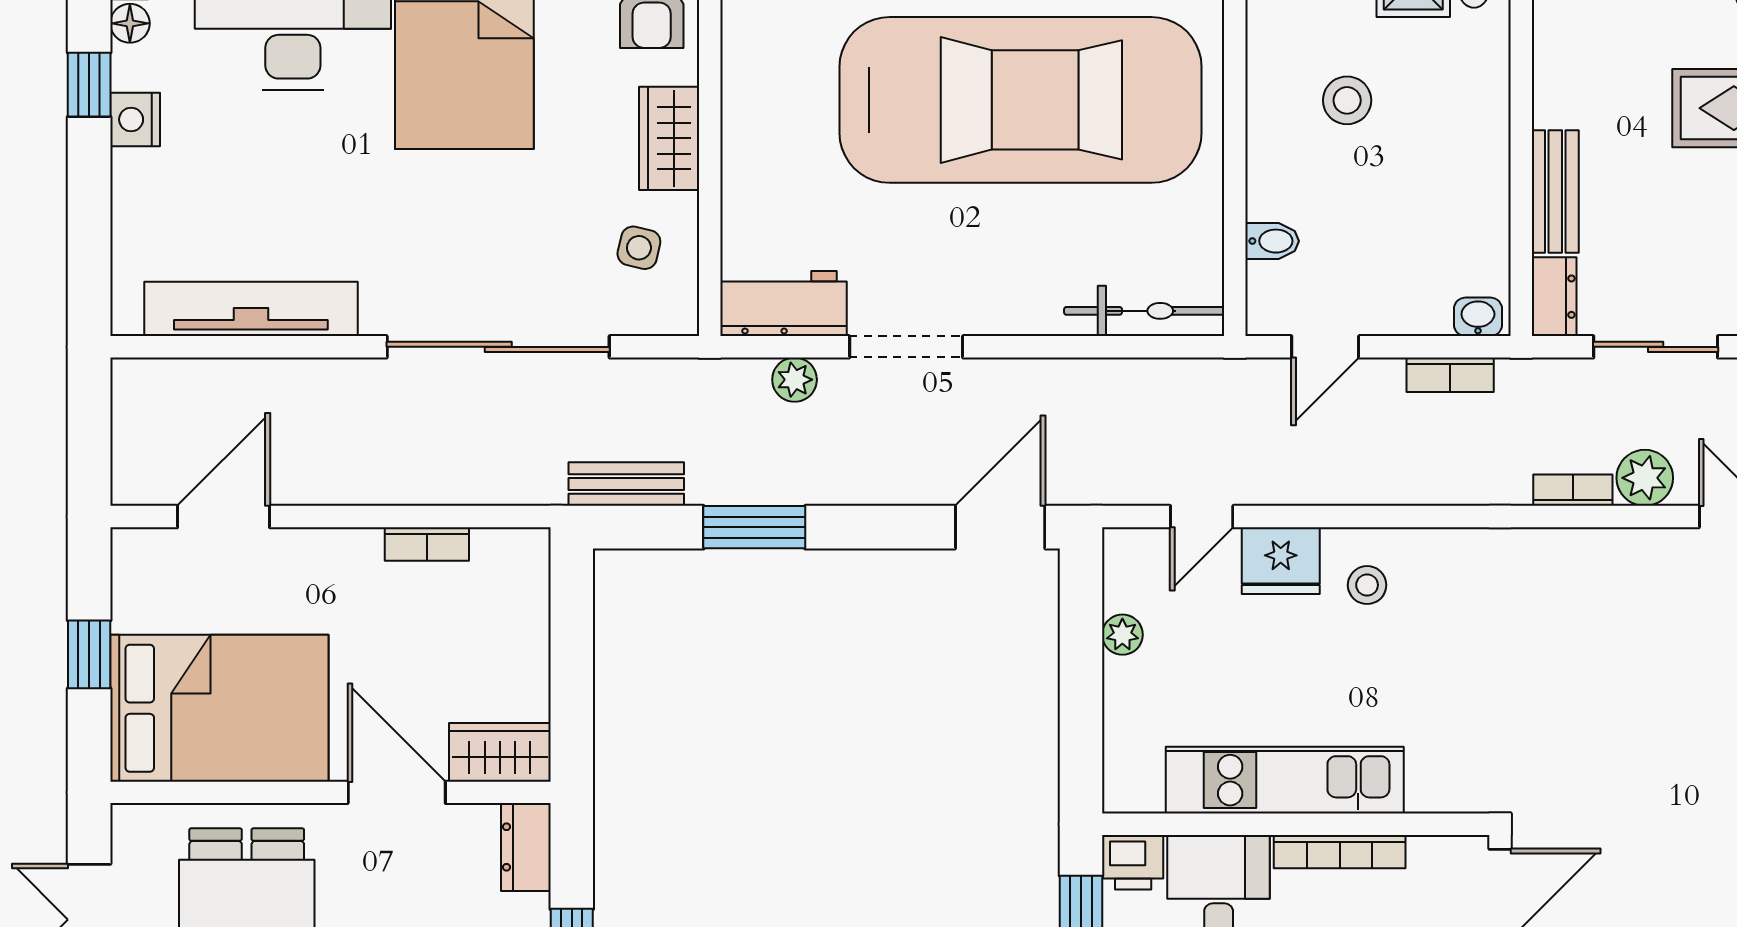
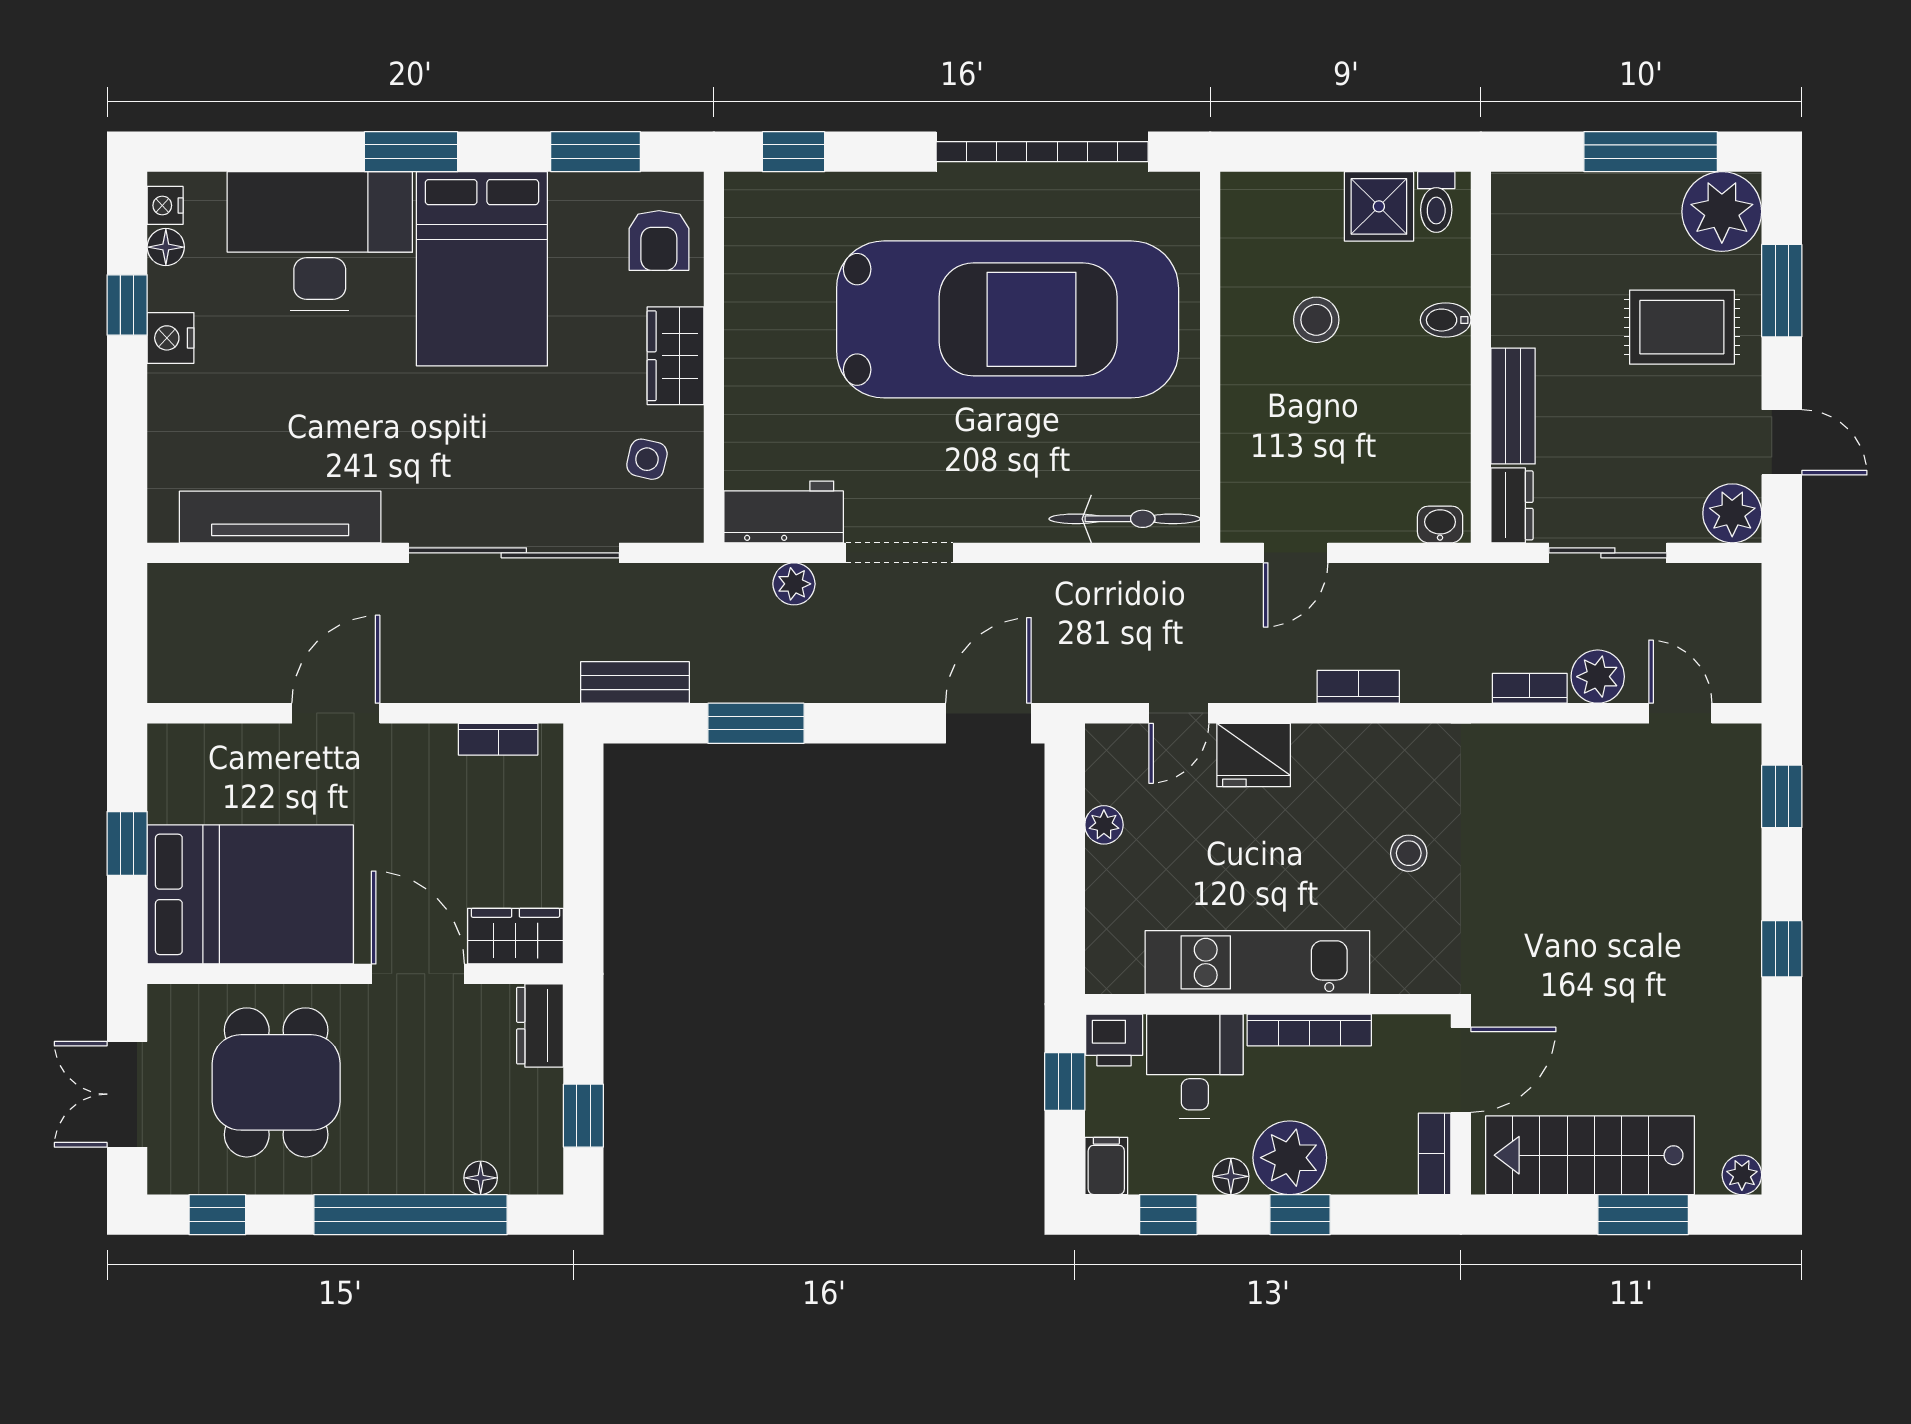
bidet: (1272, 241) -> (1446, 320), moved, turned 180
bookcase: (1450, 375) -> (1358, 687), moved, turned 180
door: (223, 517) -> (336, 713), moved
bookcase: (427, 544) -> (498, 739), moved
stool: (1367, 585) -> (1409, 853), moved

